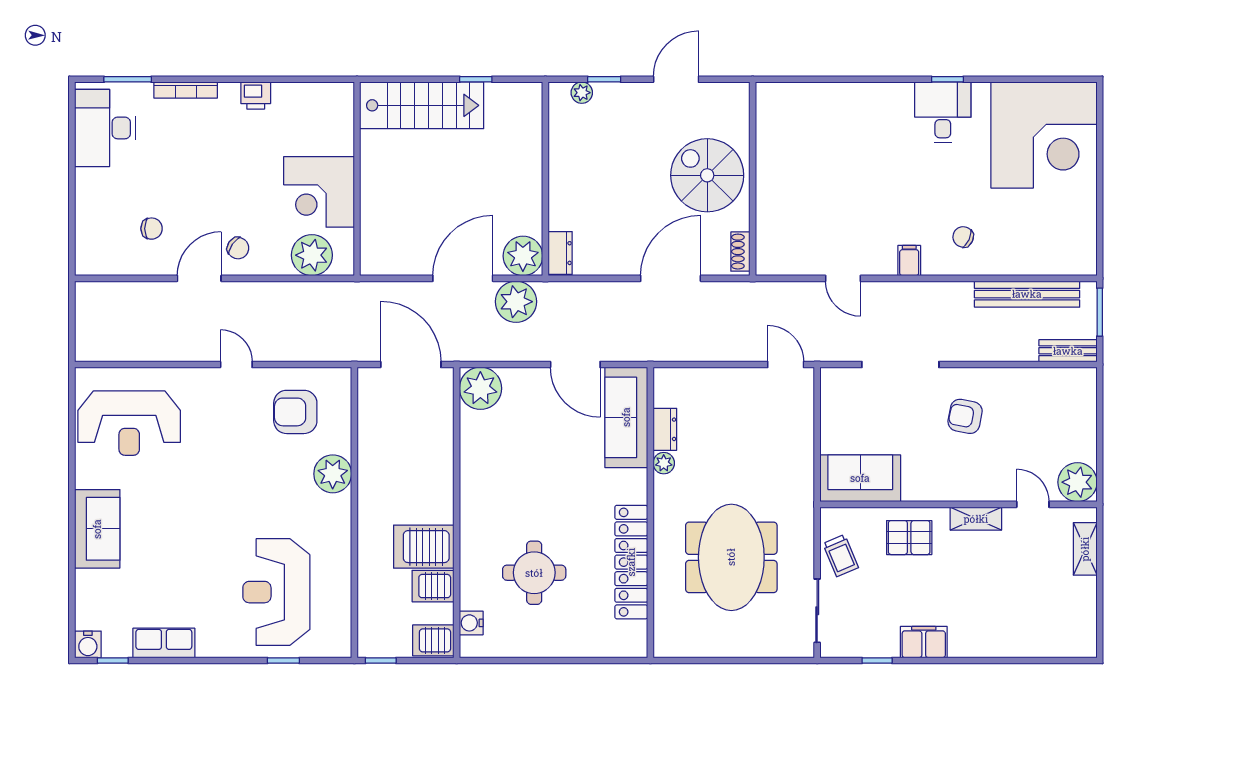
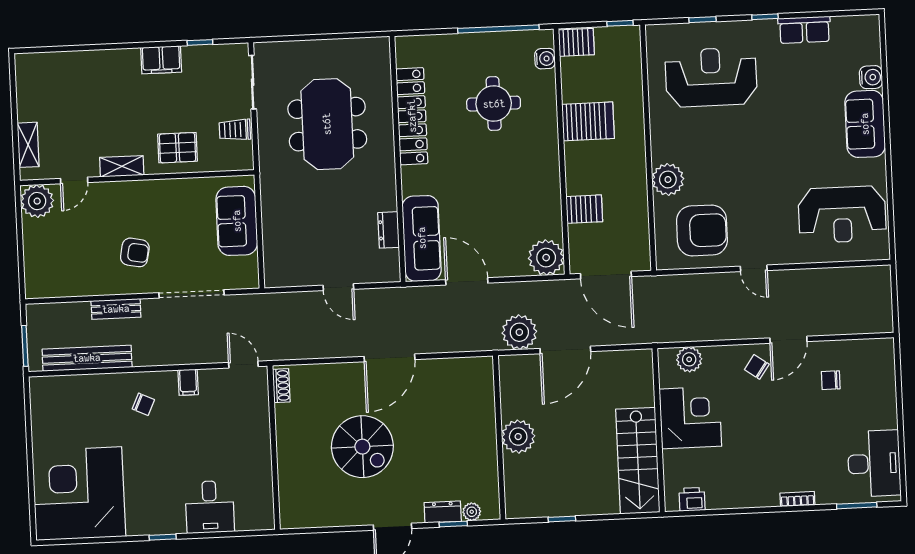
bookcase: (186, 90) -> (797, 499), width x0.64
printer: (256, 95) -> (692, 499), moved
stairs: (422, 105) -> (638, 461), moved, turned -90
desk: (943, 112) -> (210, 507), moved
wall: (753, 179) -> (274, 448), moved
shoe rack: (740, 252) -> (281, 386), moved
dresser: (560, 253) -> (443, 512), moved, turned 90
plant: (312, 255) -> (689, 359), width x0.73, depth x0.73
plant: (523, 256) -> (518, 437), moved
bench: (1068, 351) -> (116, 309), moved
door: (786, 364) -> (338, 287), moved
armchair: (295, 412) -> (702, 230), width x1.36, depth x1.36
reception desk: (129, 423) -> (842, 215), turned 180
plant: (664, 463) -> (388, 201), removed
sofa: (860, 478) -> (237, 221), moved, turned 90
door: (1033, 504) -> (74, 181), hinge flipped
trolley: (841, 556) -> (235, 130), turned -67
server rack: (433, 586) -> (584, 209), moved
reception desk: (276, 592) -> (711, 77), turned -90
water cooler: (88, 644) -> (871, 77), moved, turned 90
window: (113, 660) -> (765, 17), moved
window: (525, 660) -> (498, 29), added

